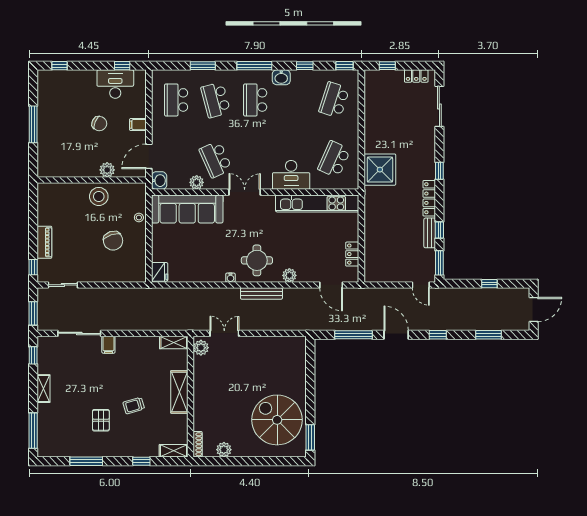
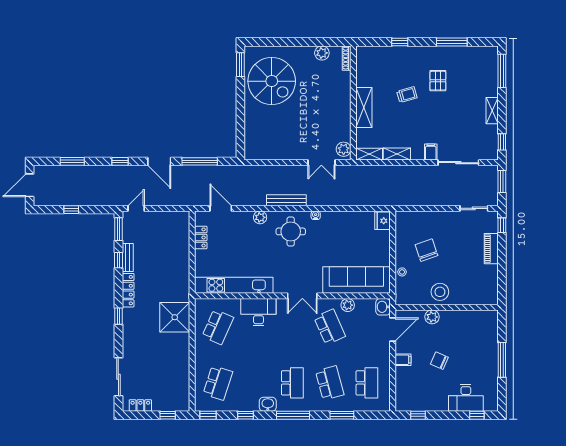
desk: (115, 84) -> (466, 398), moved
door: (421, 285) -> (136, 208), hinge flipped
shelving: (174, 451) -> (397, 154), moved

